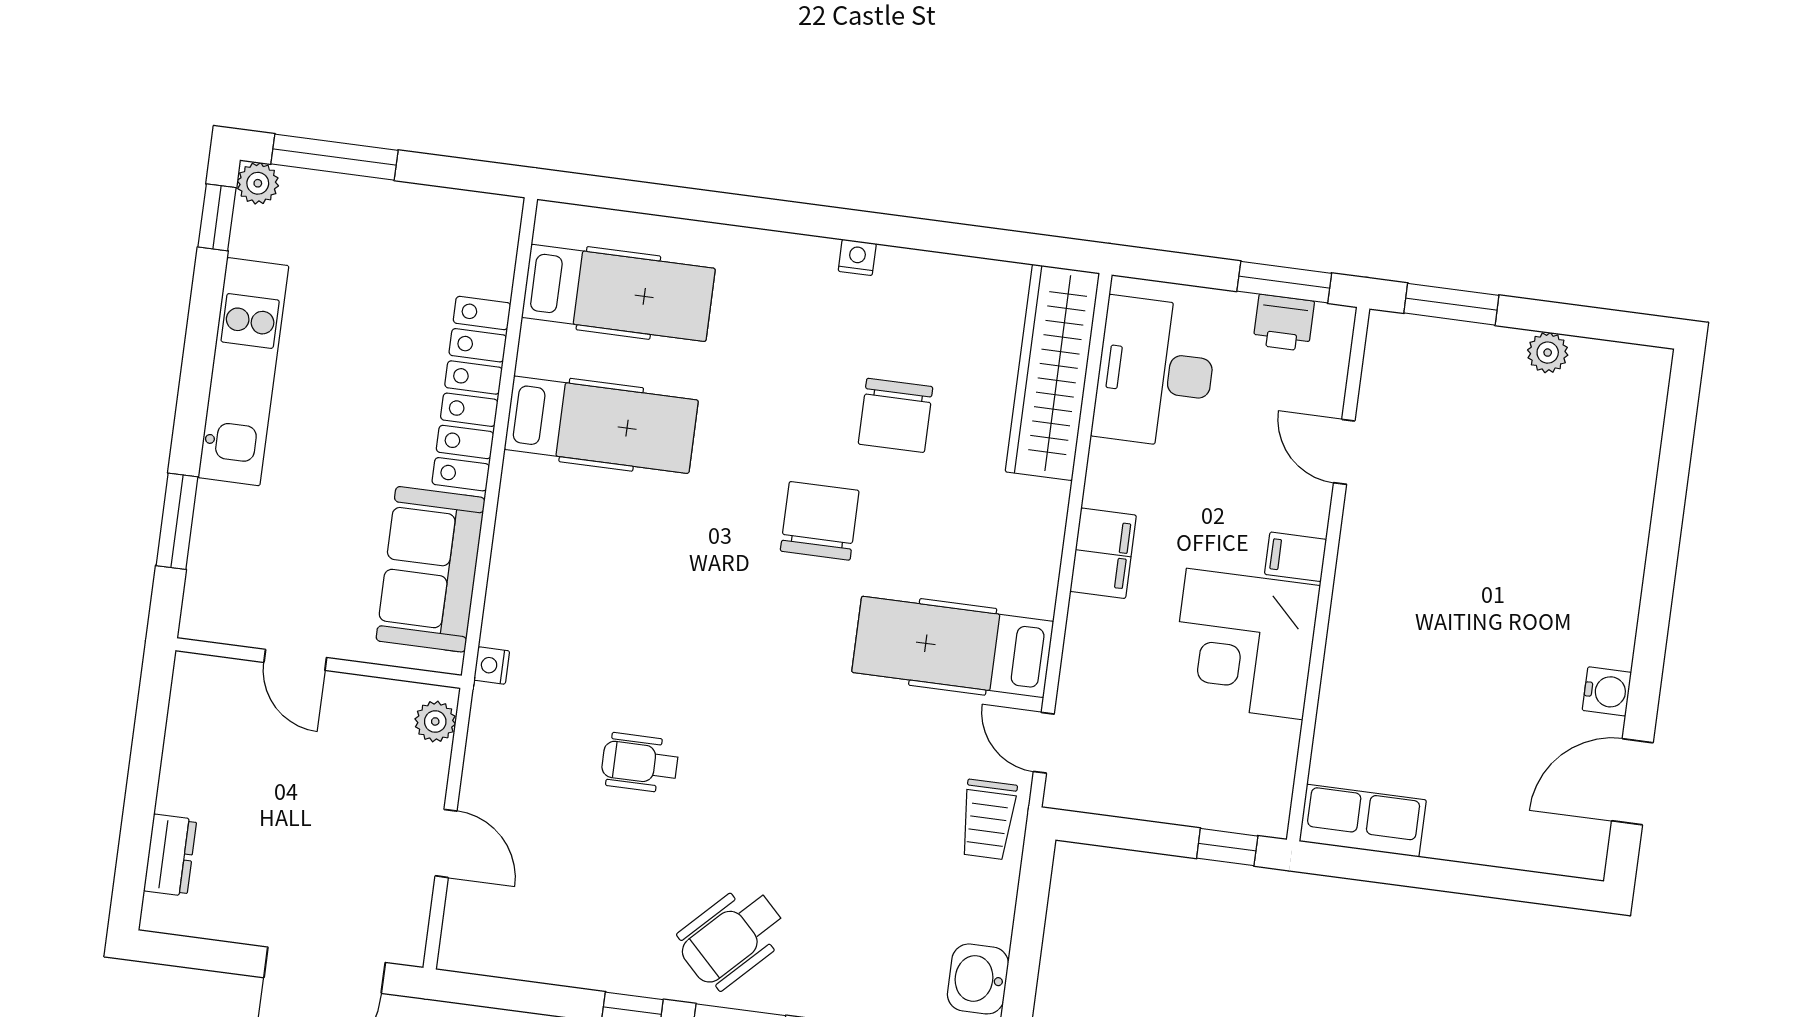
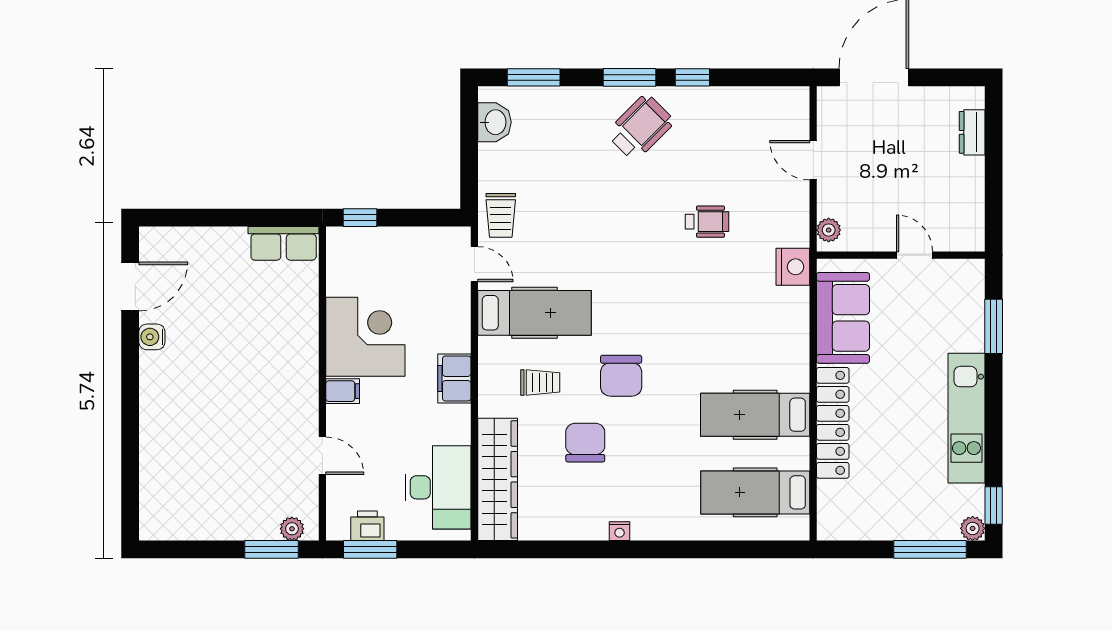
plant: (1548, 353) -> (292, 529), moved
trolley: (958, 527) -> (540, 382), added
nightstand: (492, 665) -> (793, 267), width x1.89, depth x1.79
trolley: (988, 819) -> (501, 215), turned 180

